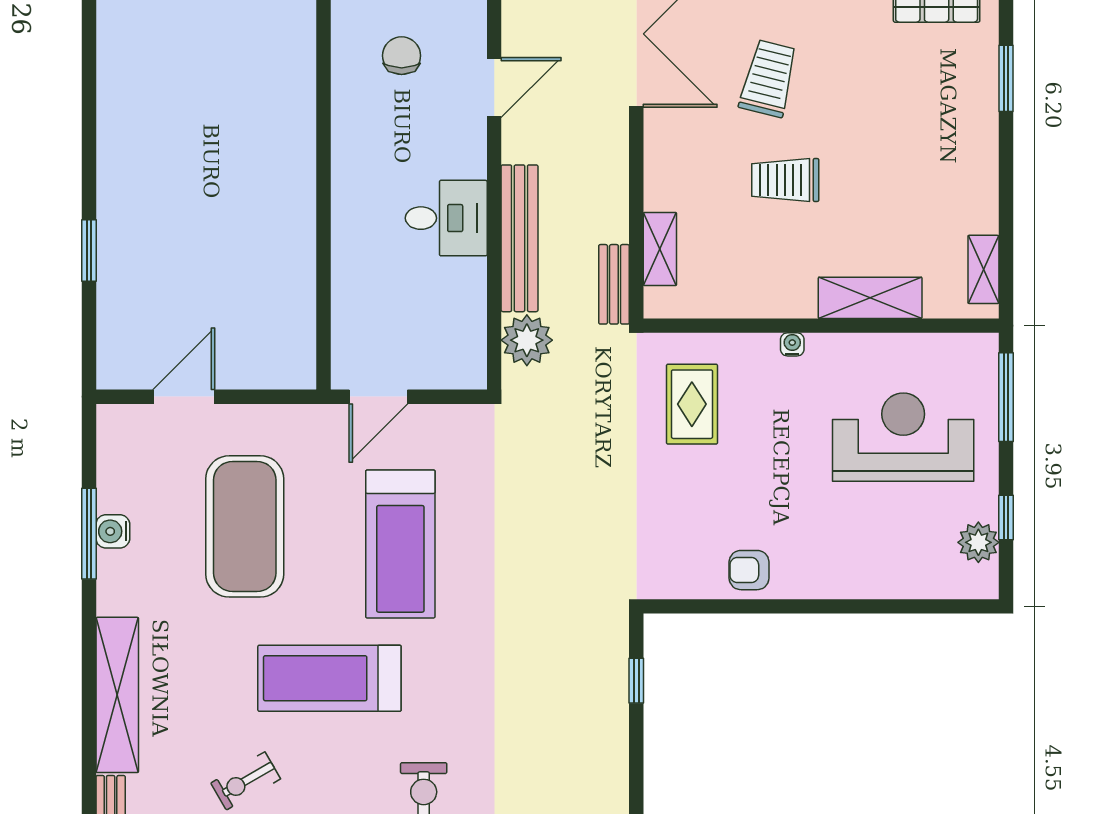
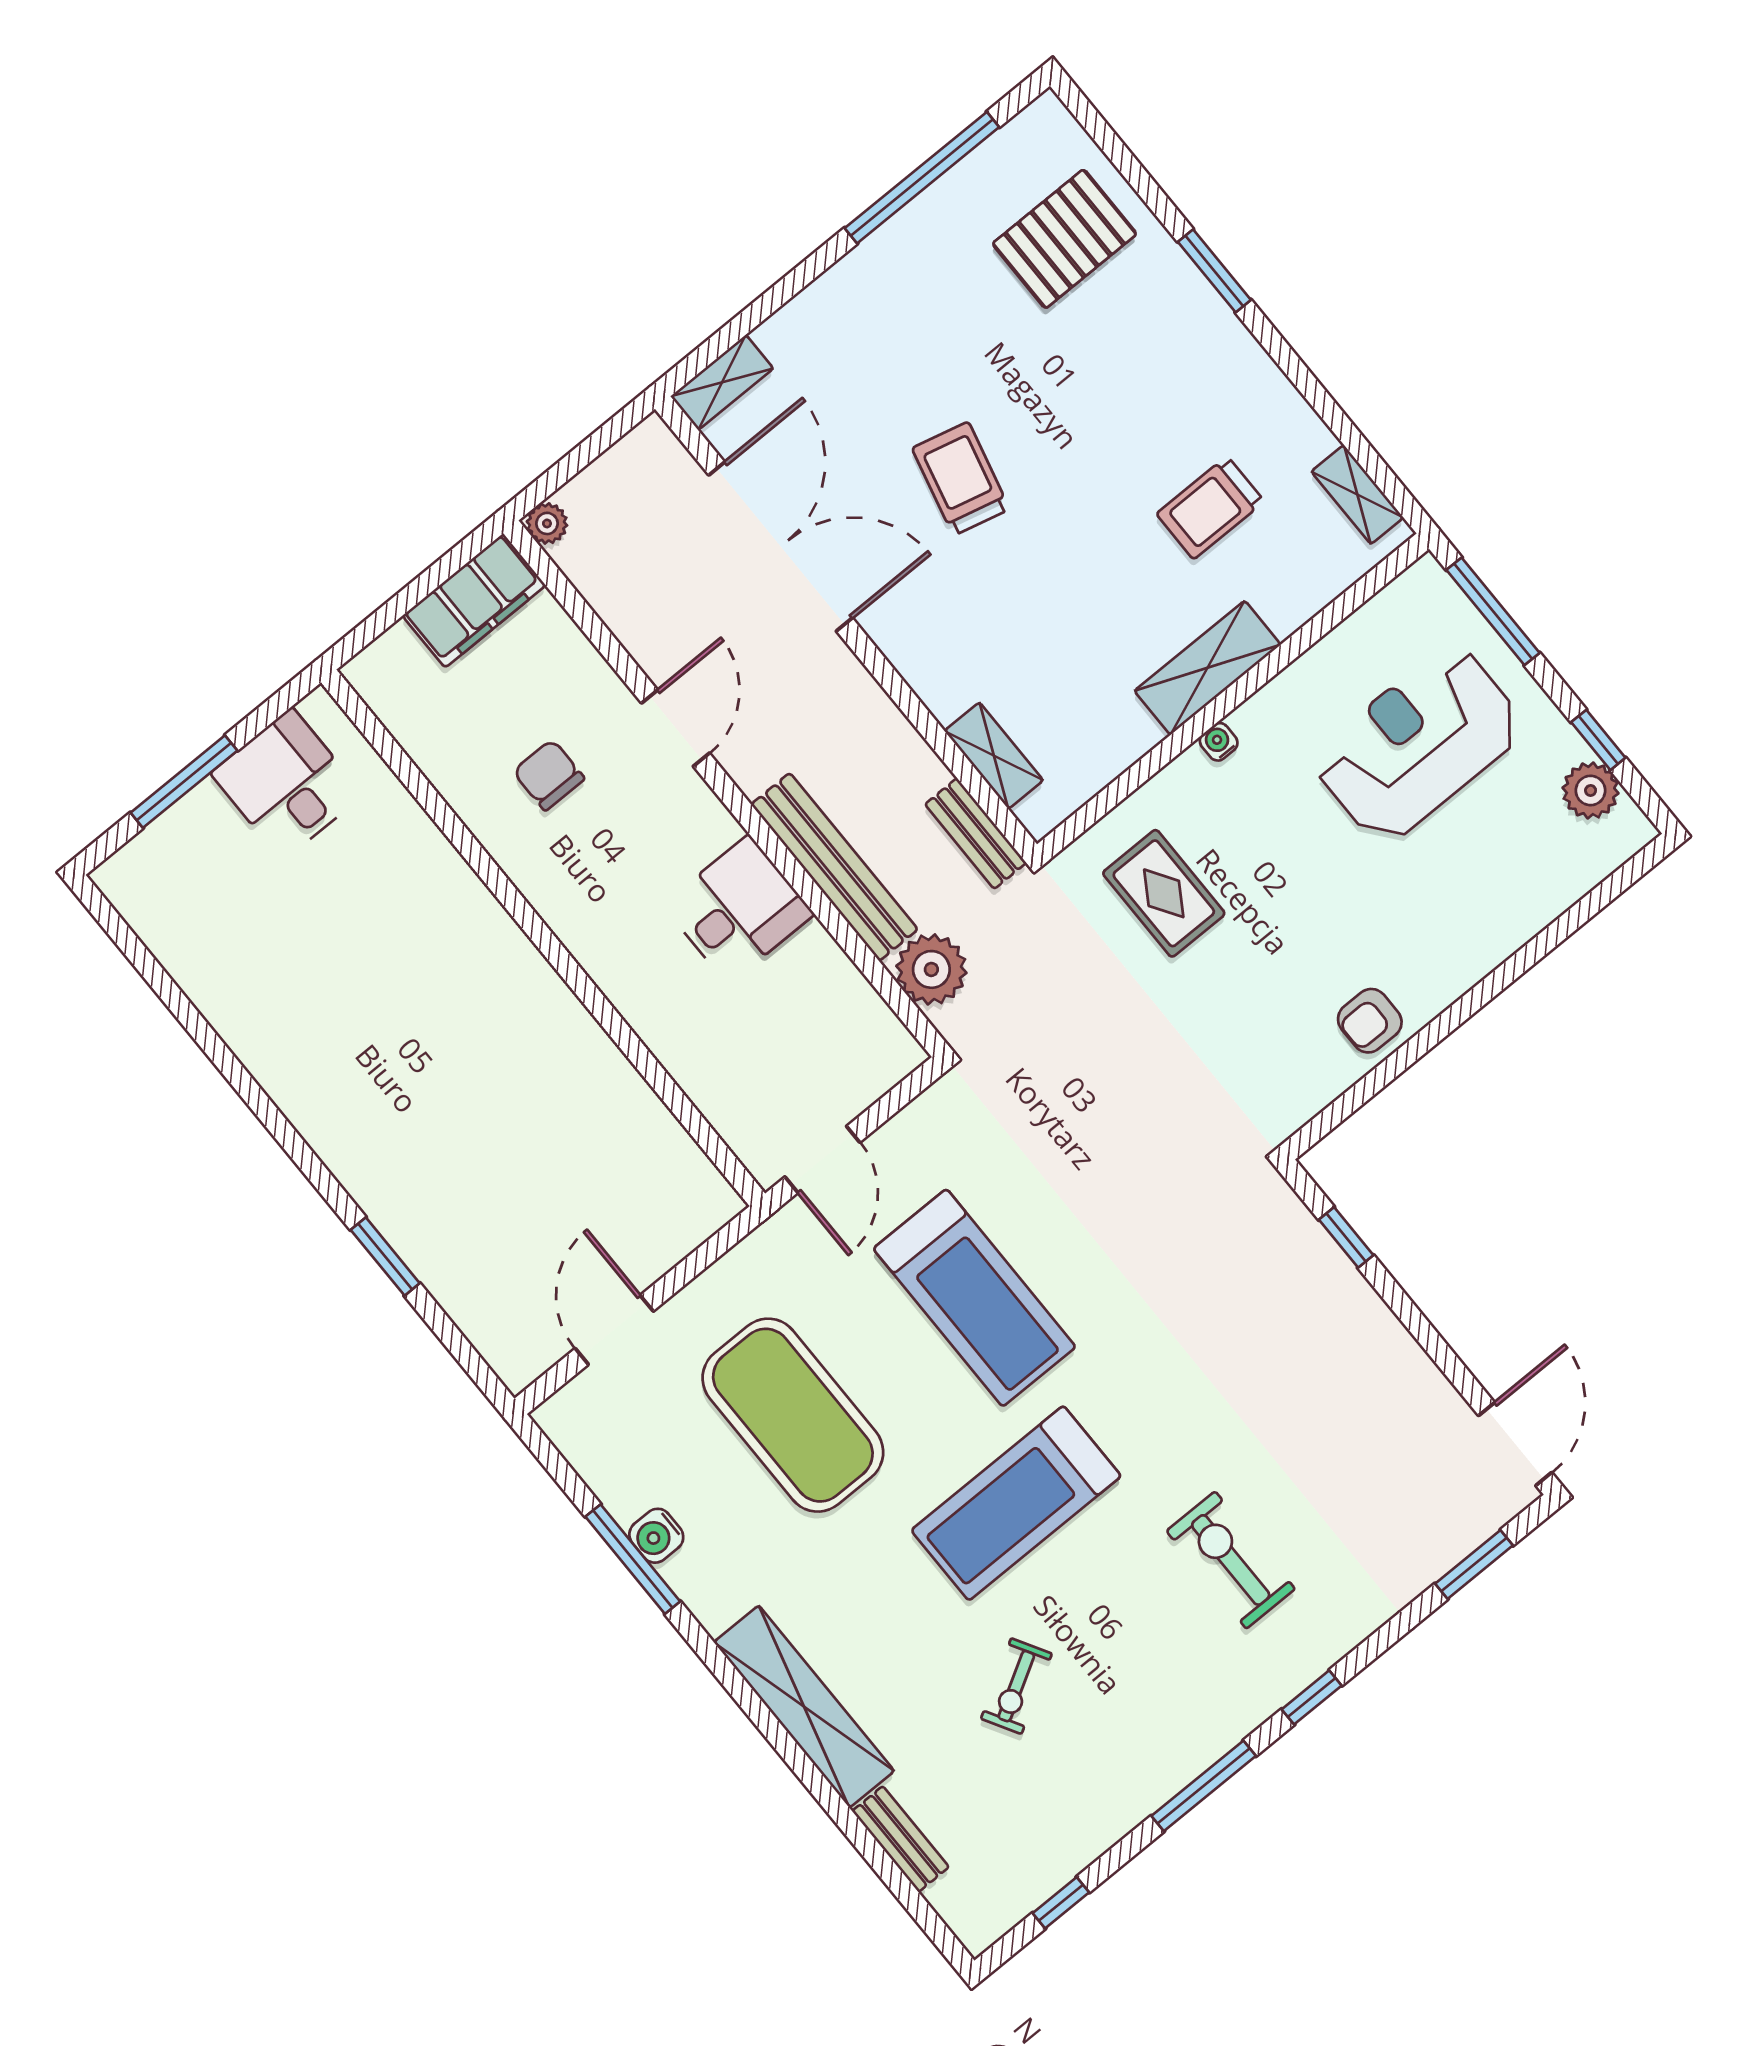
trolley: (785, 180) -> (1210, 508), moved
shelving: (870, 298) -> (1208, 668), moved

